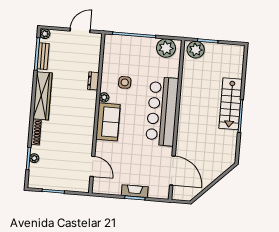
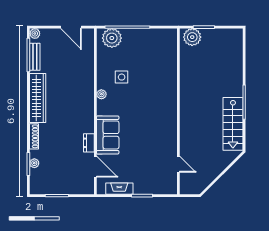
door: (80, 30) -> (71, 27), swing flipped
plant: (166, 48) -> (112, 38), moved
dresser: (93, 81) -> (89, 143), moved
stairs: (231, 104) -> (233, 124), moved
bar counter: (162, 111) -> (163, 104), removed
sofa: (108, 122) -> (108, 135), moved
door: (172, 170) -> (178, 164), width x0.53
fireplace: (135, 191) -> (119, 189), moved

